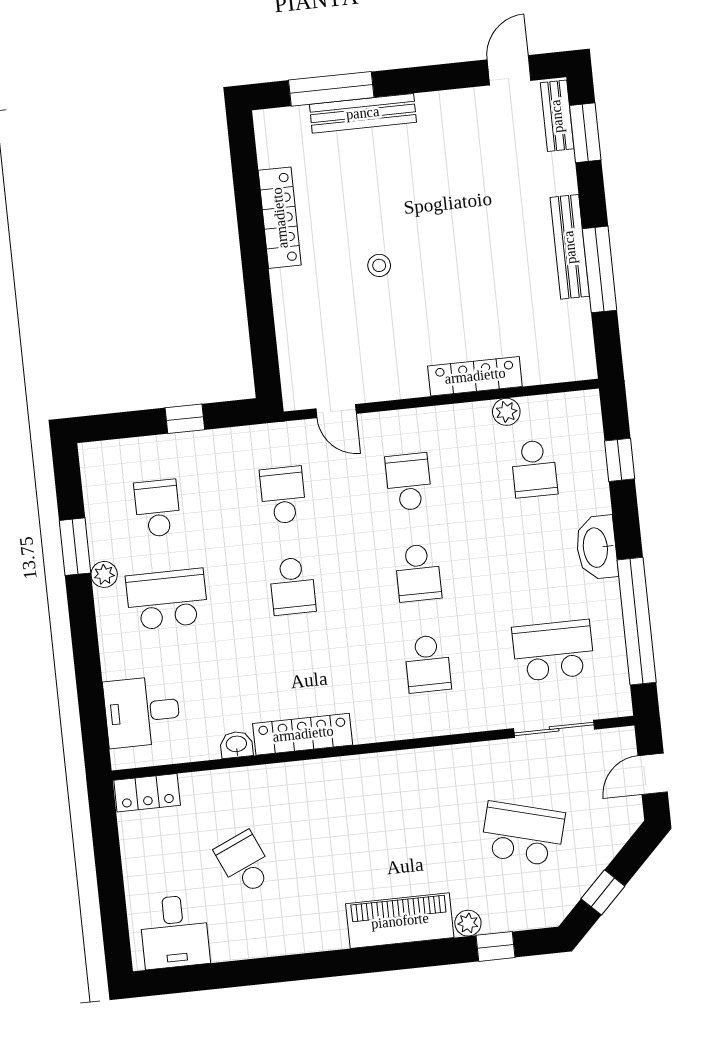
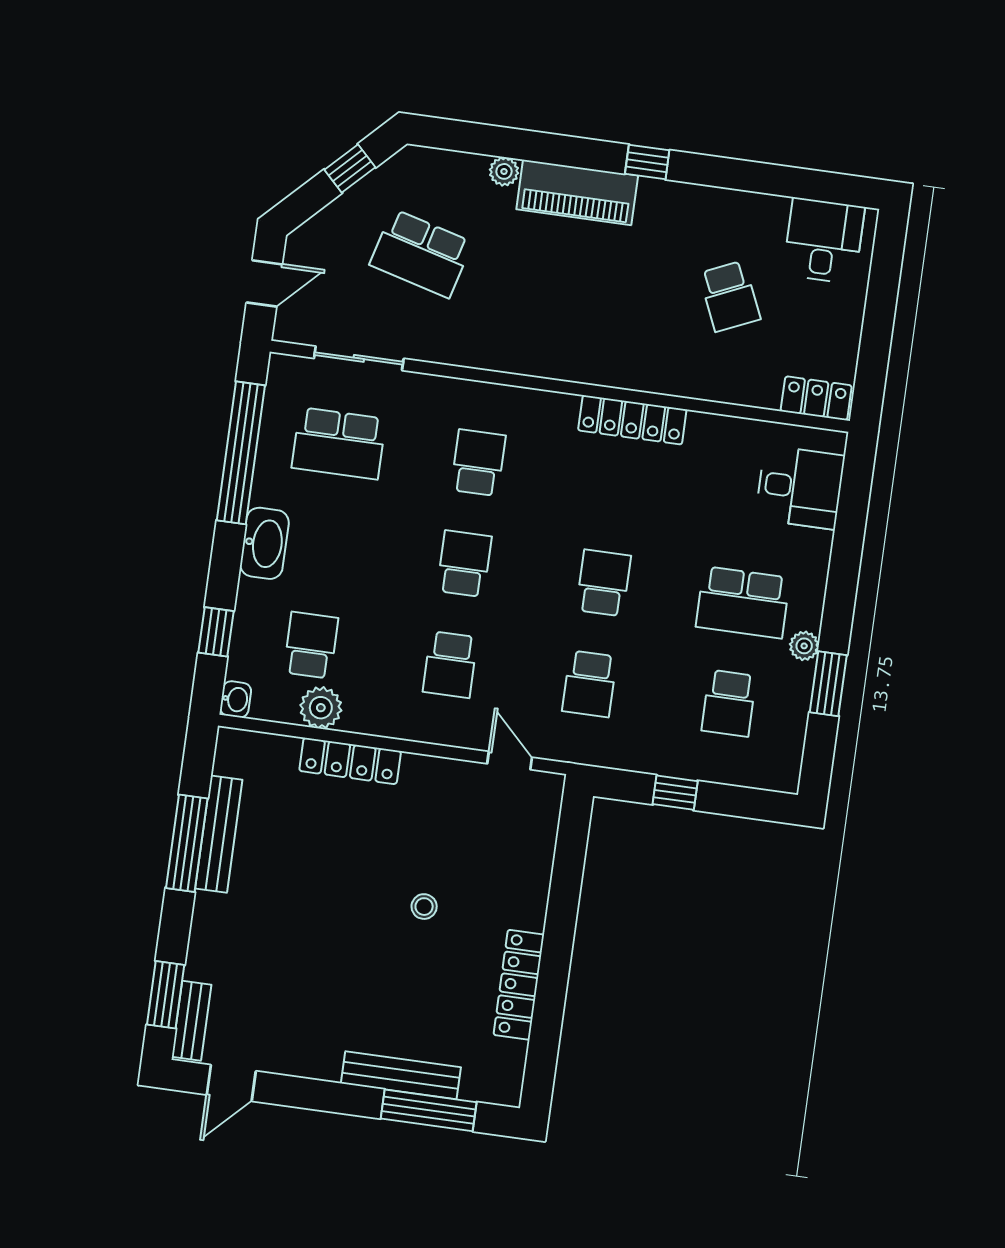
bench: (570, 247) -> (219, 834), moved
plant: (506, 412) -> (321, 708), width x1.38, depth x1.38
washbasin: (236, 745) -> (236, 699), moved, turned -90
window: (495, 946) -> (647, 162), moved

